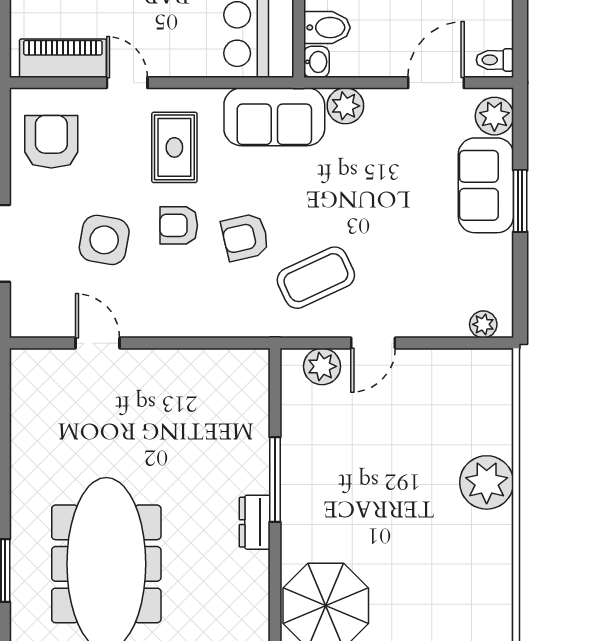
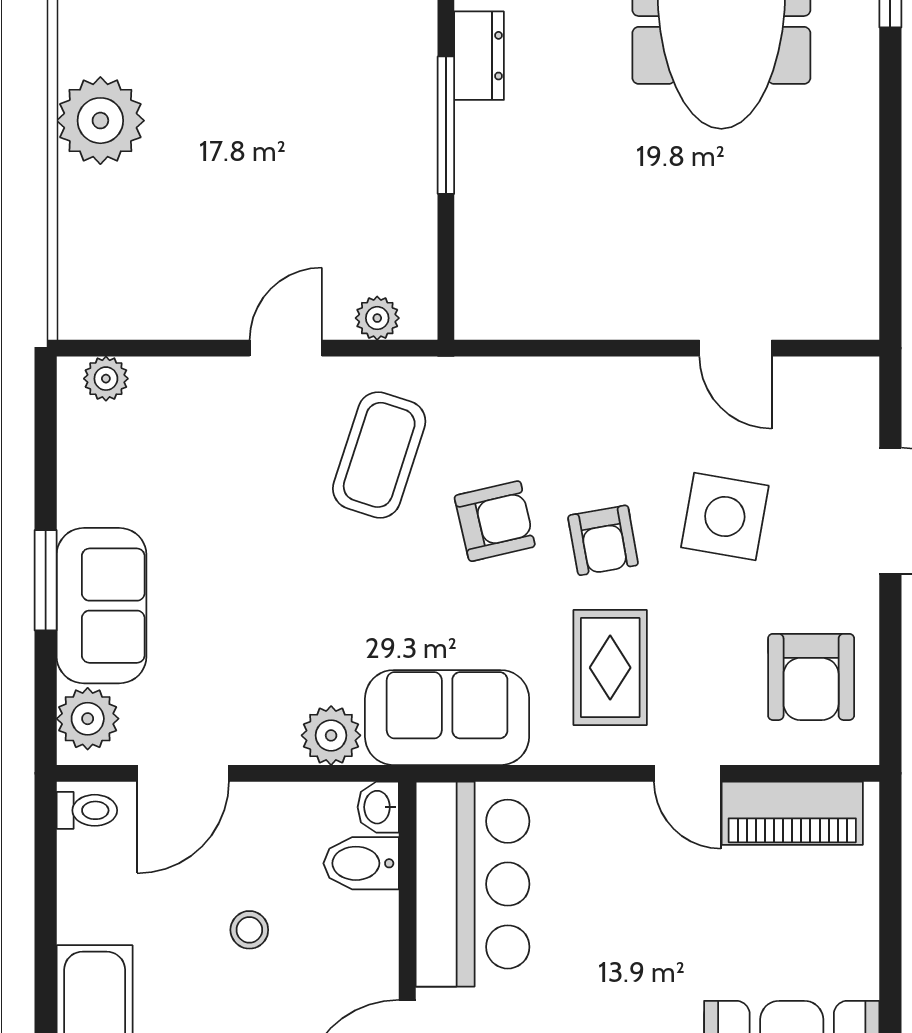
armchair: (179, 225) -> (603, 540), turned 80
coffee table: (316, 278) -> (379, 455), turned -47
plant: (322, 366) -> (377, 318), width x0.73, depth x0.73

